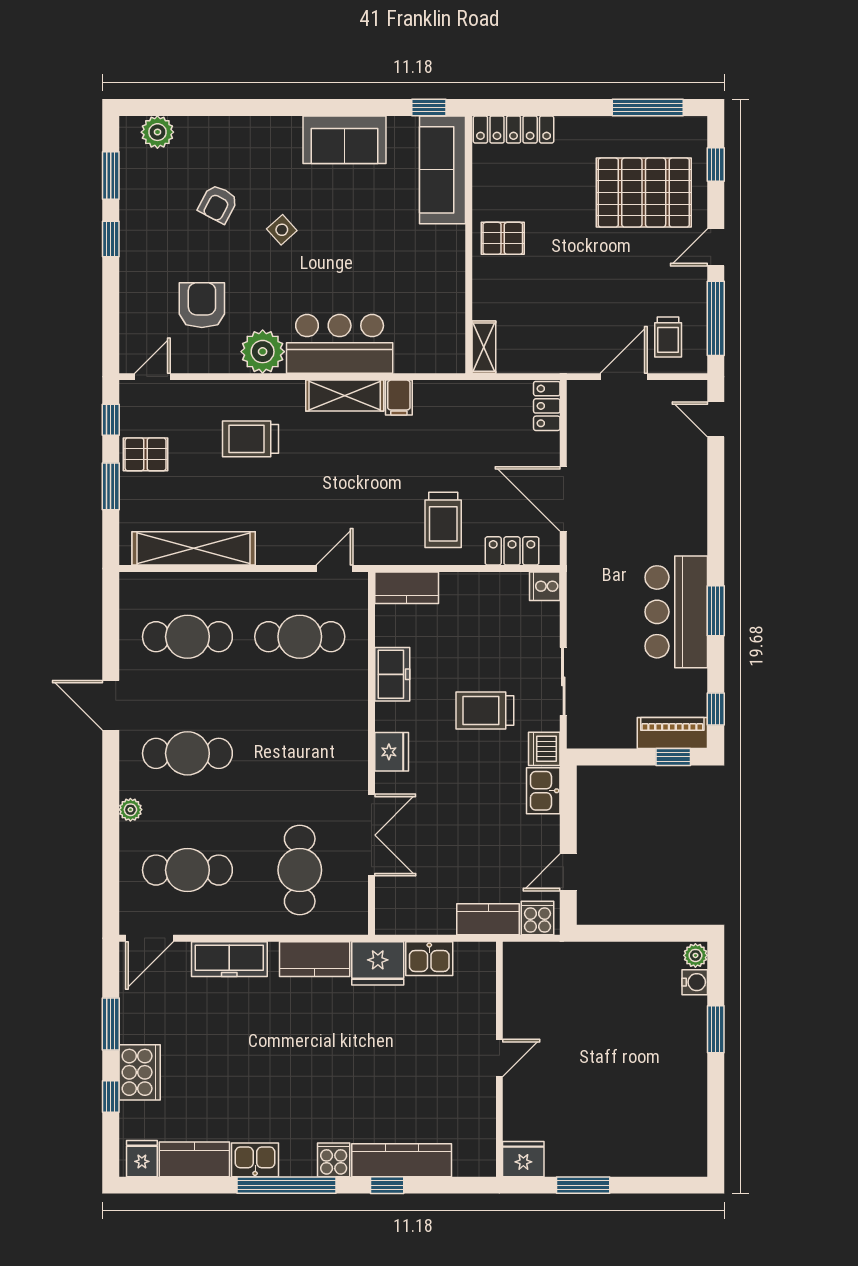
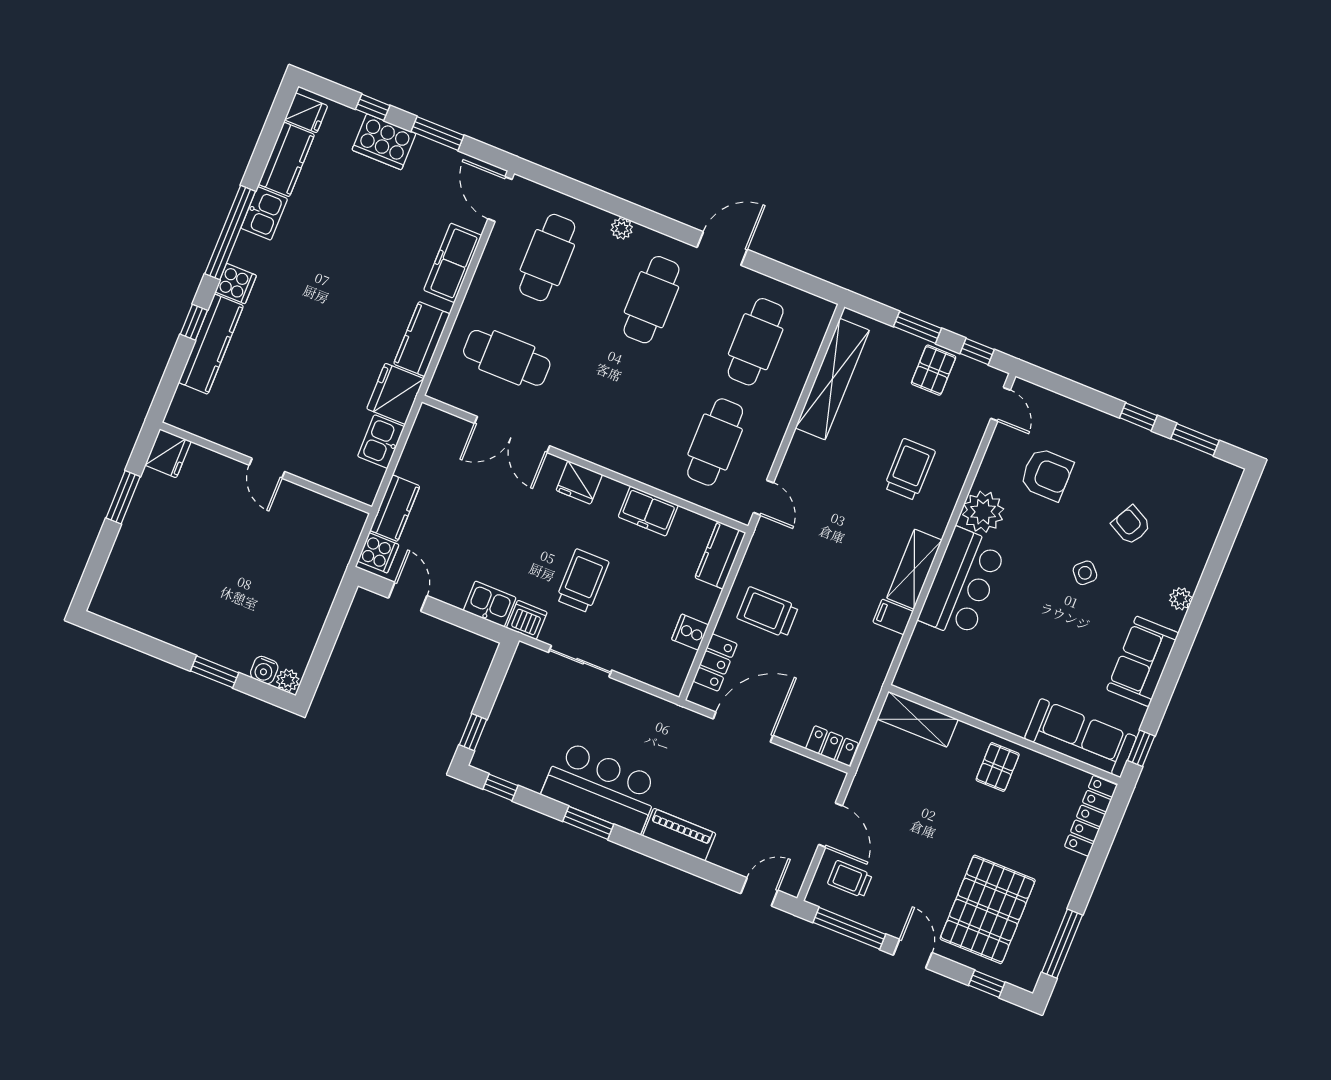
plant: (157, 132) -> (1181, 599), moved, width x0.73, depth x0.73
shelving: (484, 347) -> (918, 719), width x1.50, depth x1.33
cooker: (545, 586) -> (690, 632), moved, turned -90
piano: (672, 733) -> (679, 835), moved, turned -90

